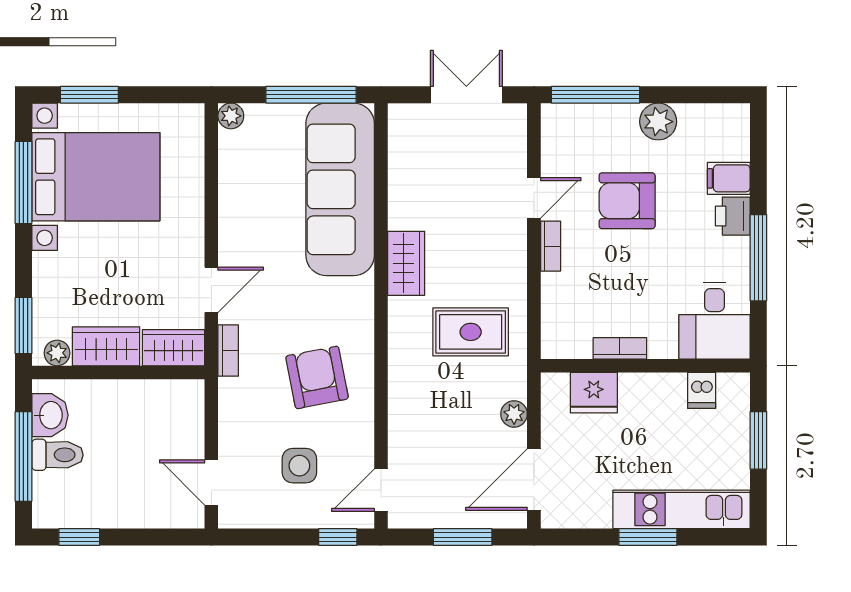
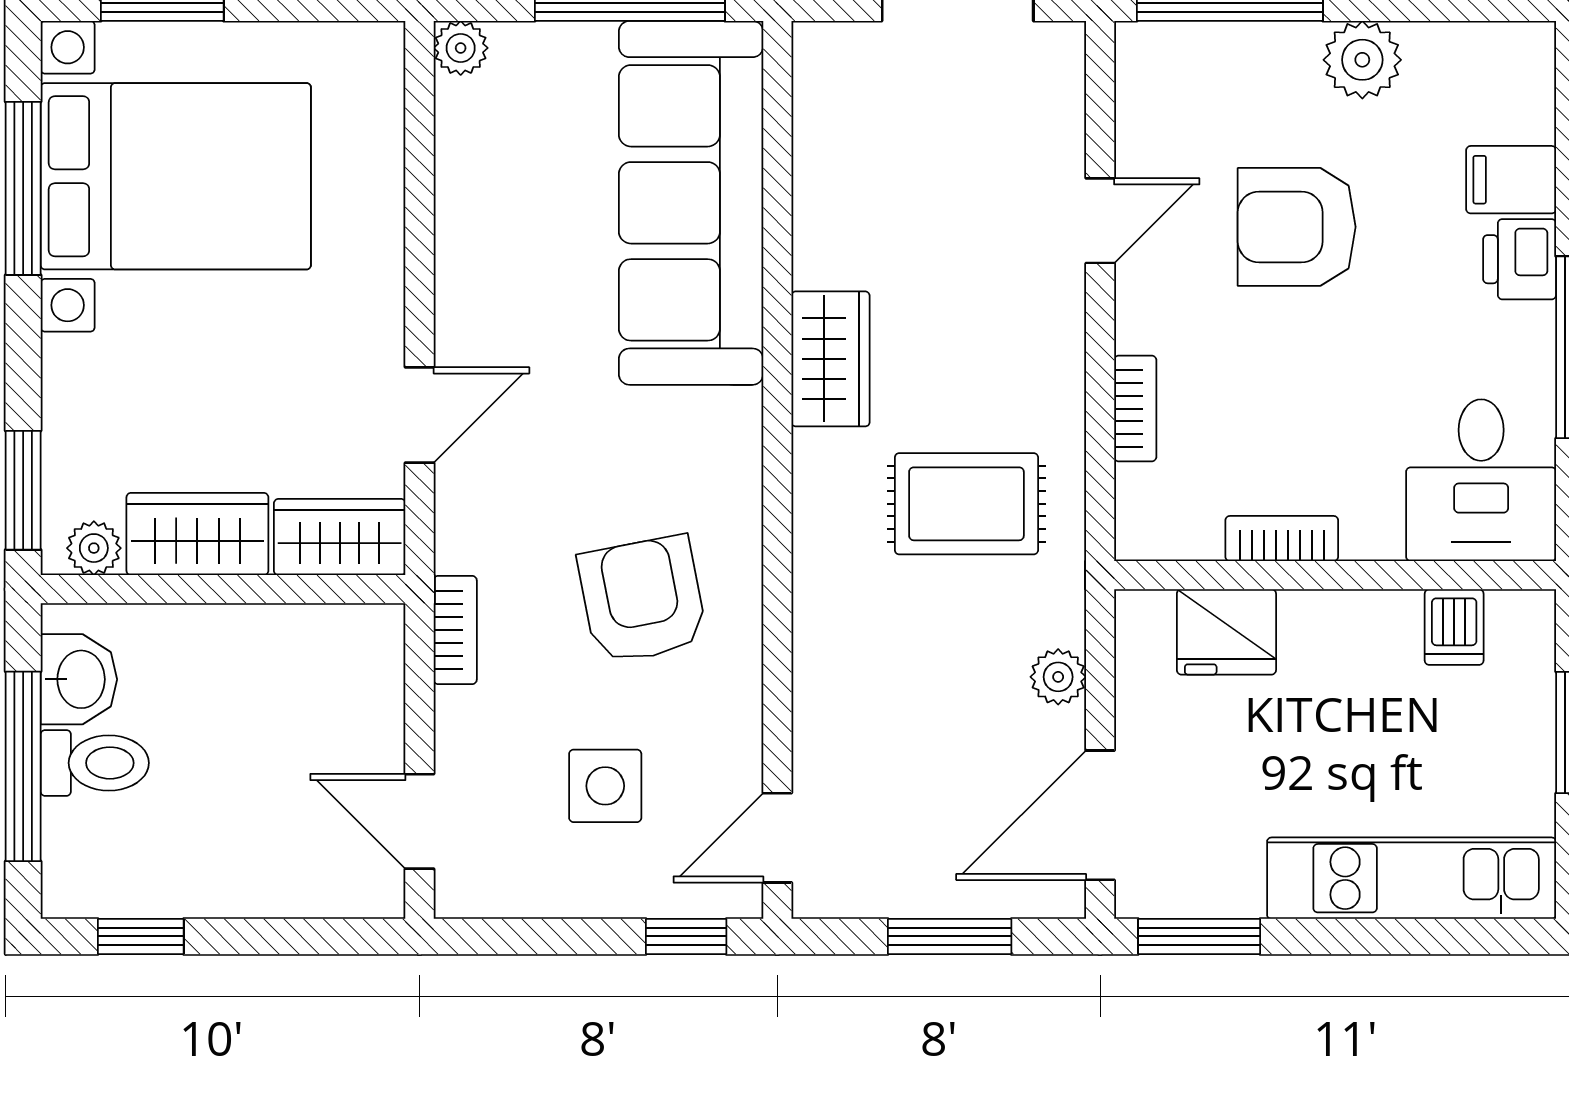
bookcase: (551, 246) -> (1135, 409), moved
bookcase: (228, 351) -> (455, 630), moved
window: (648, 537) -> (1199, 936), moved

